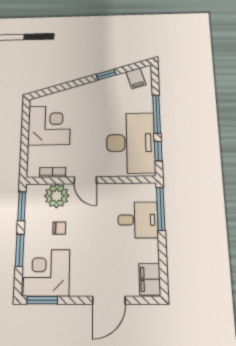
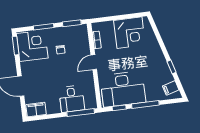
plant: (57, 196) -> (81, 45), removed

